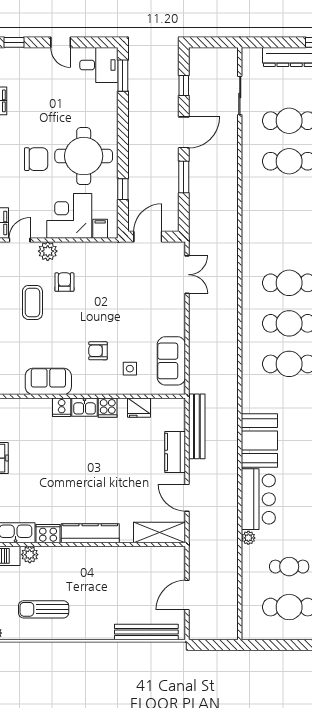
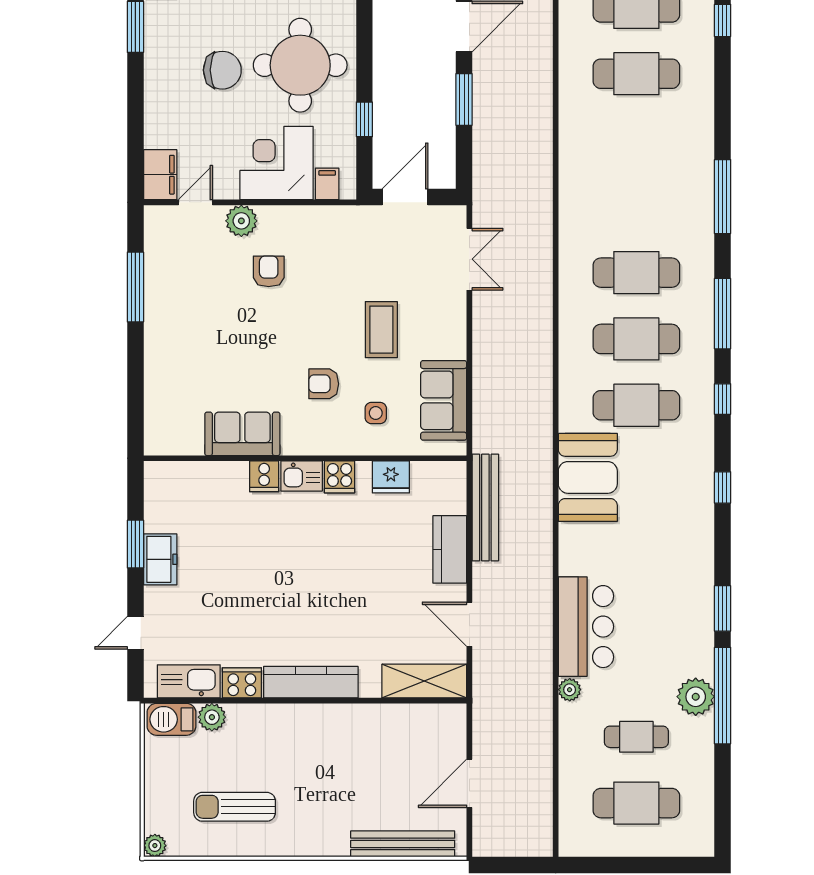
coffee table: (32, 302) -> (381, 330), moved
booth: (259, 441) -> (588, 477), moved

